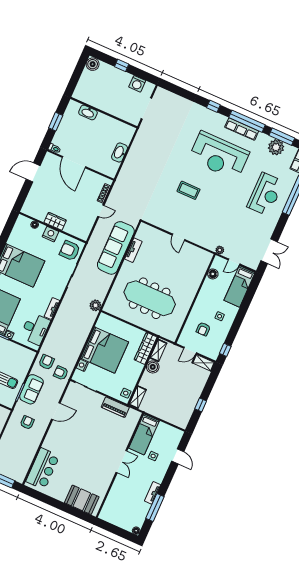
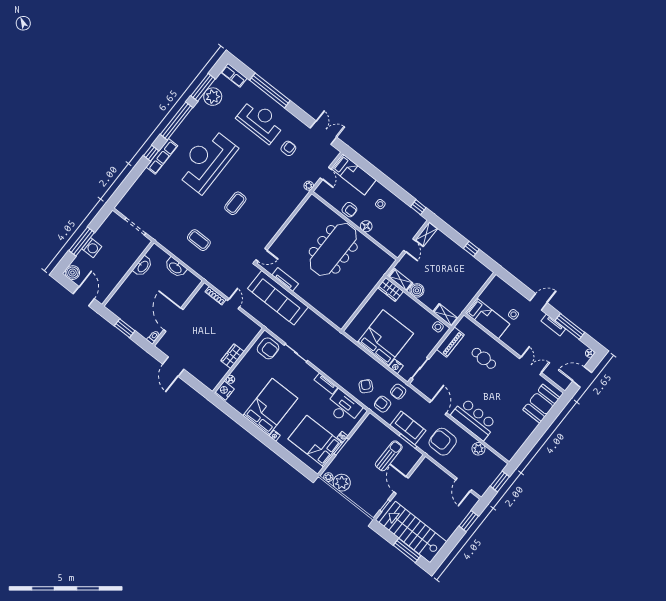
window: (122, 65) -> (82, 241), width x2.17
door: (75, 79) -> (84, 296), added
washing machine: (137, 84) -> (92, 248), moved
washbasin: (88, 112) -> (143, 266), moved
row of seats: (242, 129) -> (162, 156), moved
reception desk: (219, 156) -> (206, 161), turned 180
door: (74, 162) -> (173, 320), swing flipped
coffee table: (148, 167) -> (199, 240), added
armchair: (248, 224) -> (288, 148), added
nightstand: (50, 234) -> (225, 391), moved
door: (178, 237) -> (262, 255), moved
armchair: (70, 251) -> (268, 348), turned -90
floor lamp: (213, 274) -> (366, 226), moved
meeting table: (150, 298) -> (333, 249), moved
plant: (95, 305) -> (478, 449), moved
armchair: (203, 329) -> (349, 210), moved
armchair: (58, 344) -> (366, 386), added
wardrobe: (146, 348) -> (390, 290), width x0.67
armchair: (27, 422) -> (443, 442), width x1.88, depth x1.88
cafe table: (108, 440) -> (484, 358), added
door: (178, 456) -> (539, 302), moved
double door: (121, 462) -> (531, 366), moved
bar counter: (43, 469) -> (474, 419), moved
door: (114, 529) -> (582, 377), added

